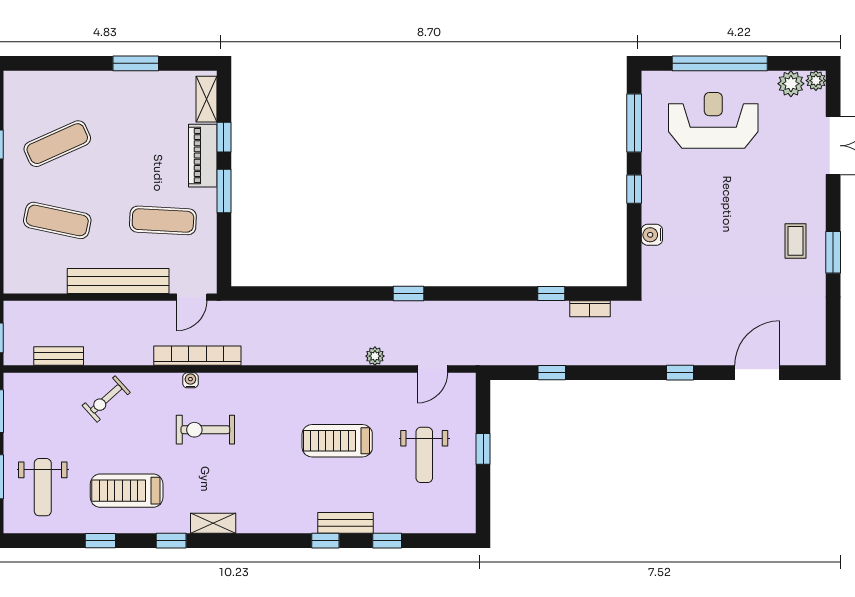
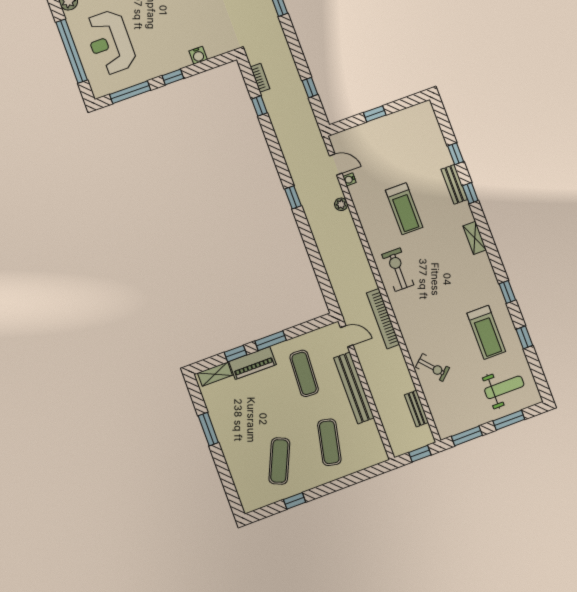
exercise mat: (57, 144) -> (279, 461), turned 48
water cooler: (190, 380) -> (349, 179), moved
exercise bike: (205, 430) -> (398, 270), moved, turned 180
weight bench: (424, 455) -> (392, 150), removed
shelving: (213, 523) -> (475, 238), moved

